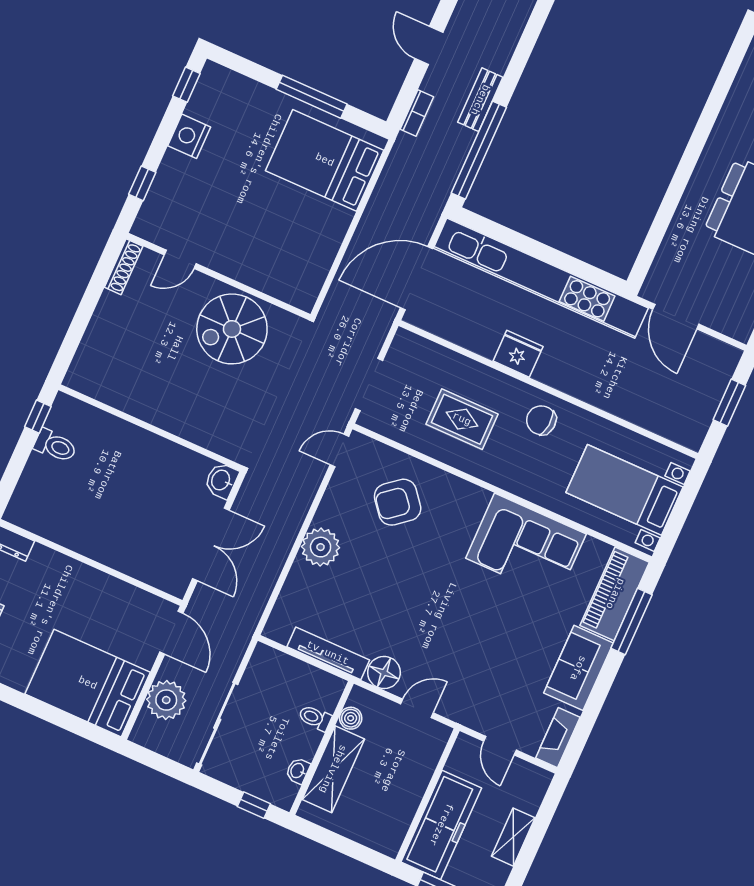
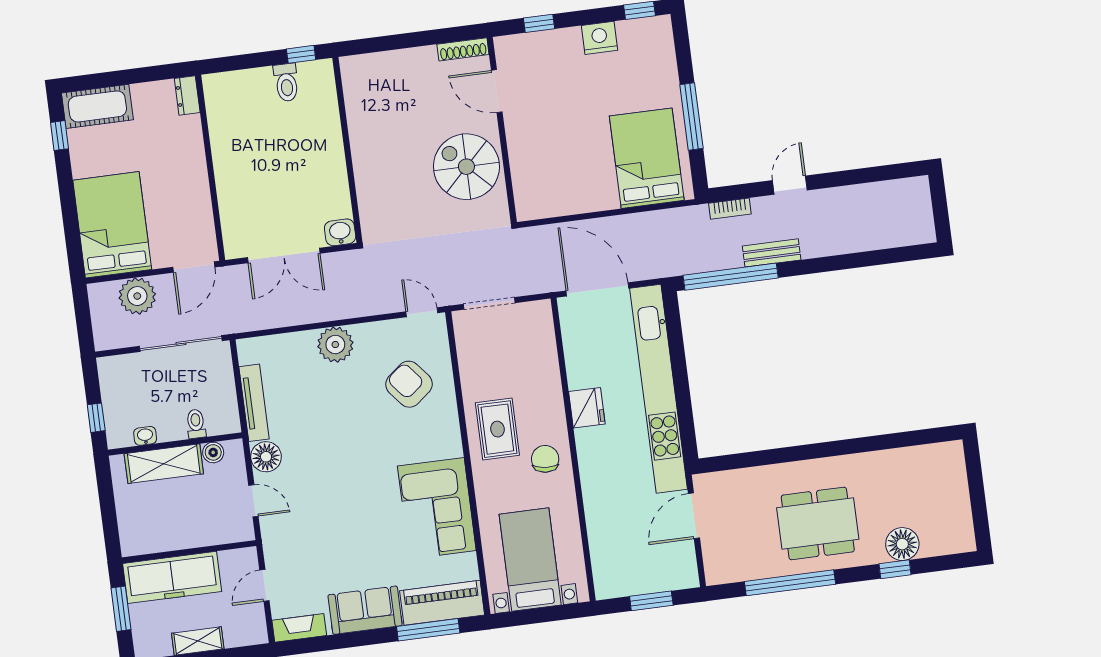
door: (180, 259) -> (497, 91), width x1.38
rug: (462, 419) -> (497, 429), moved
sliding door: (217, 724) -> (181, 344), moved

